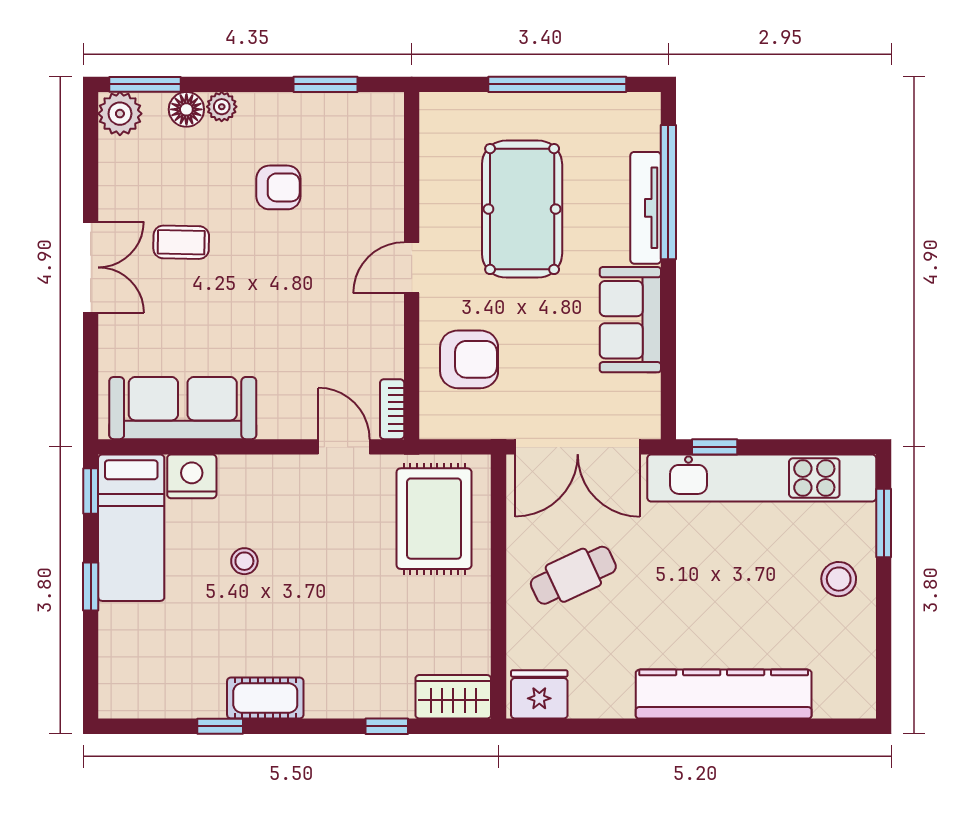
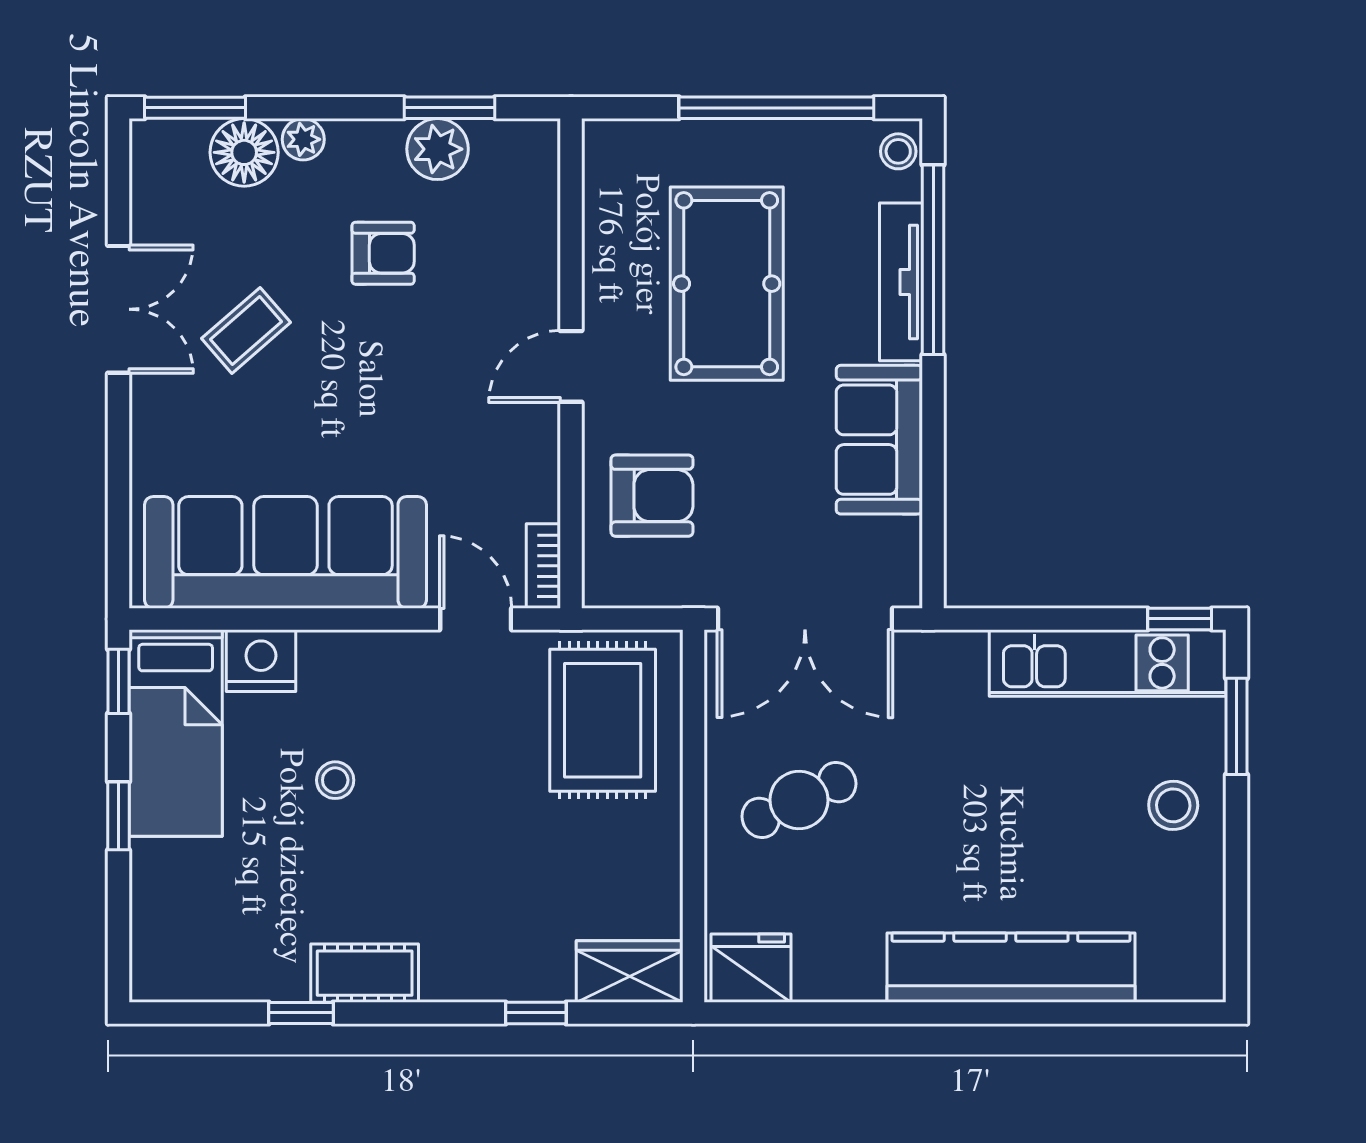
floor lamp: (186, 109) -> (244, 152), width x1.38, depth x1.38
plant: (120, 114) -> (438, 149), moved
stool: (644, 115) -> (898, 151), added
coffee table: (181, 242) -> (246, 330), turned -42
double door: (91, 267) -> (118, 309), moved
sofa: (183, 408) -> (285, 552), width x1.36, depth x1.27
window: (715, 447) -> (1180, 619), moved
kitchen unit: (762, 478) -> (1108, 663), width x0.73

